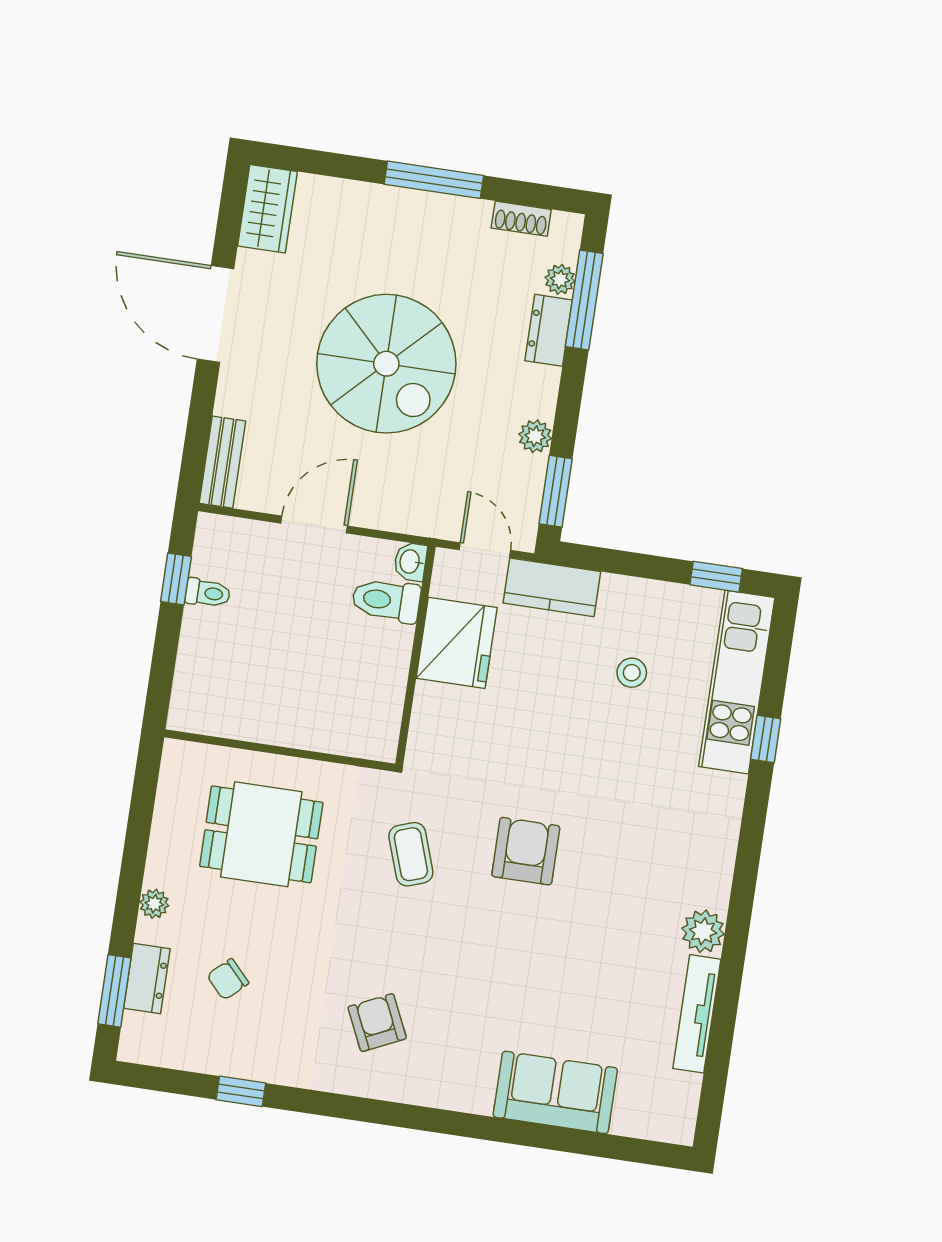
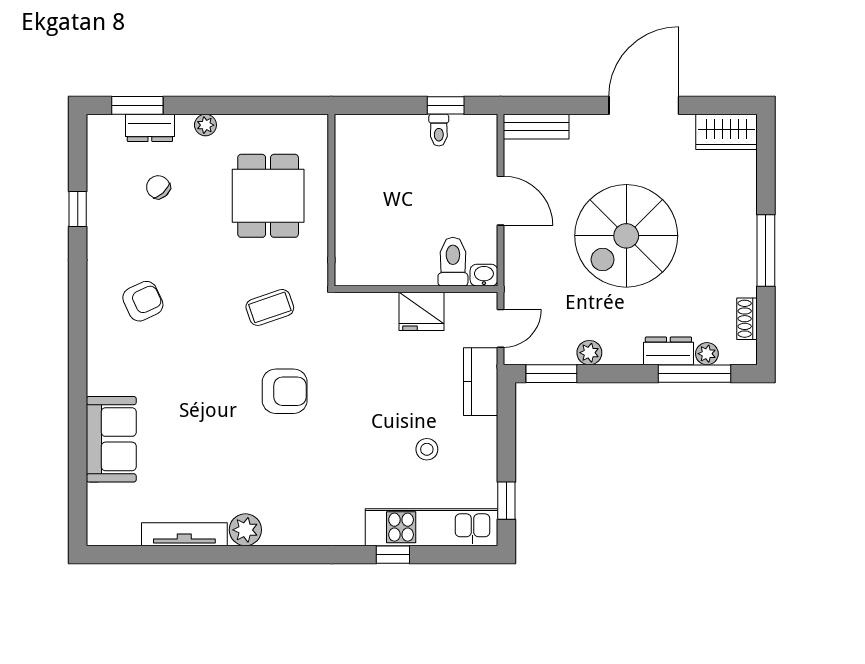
fridge: (457, 643) -> (422, 311), width x0.73, depth x0.75

